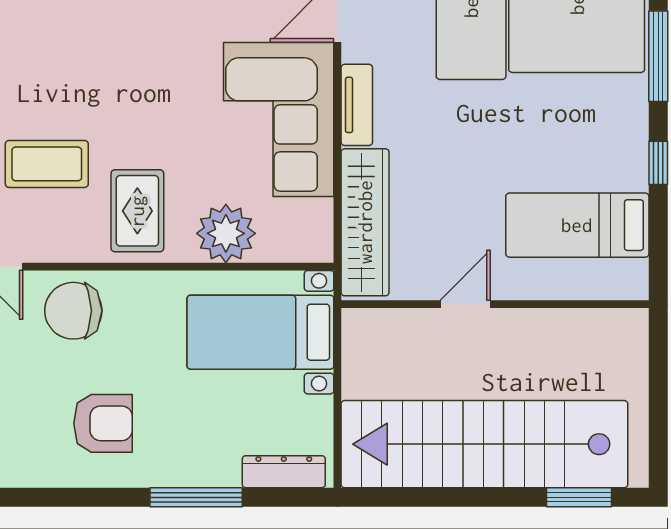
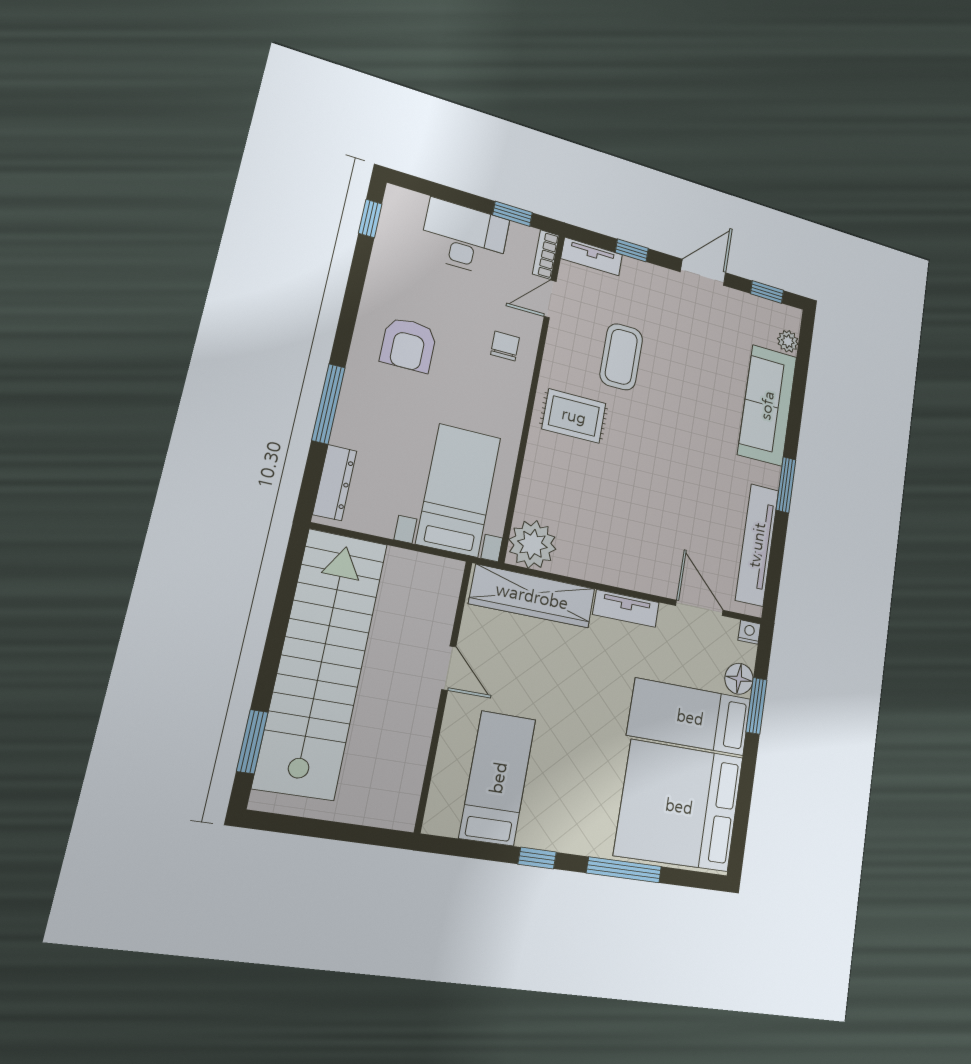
corner sofa: (279, 119) -> (625, 543), removed
plant: (226, 233) -> (532, 544), moved
chair: (73, 311) -> (505, 346), width x0.54, depth x0.54

